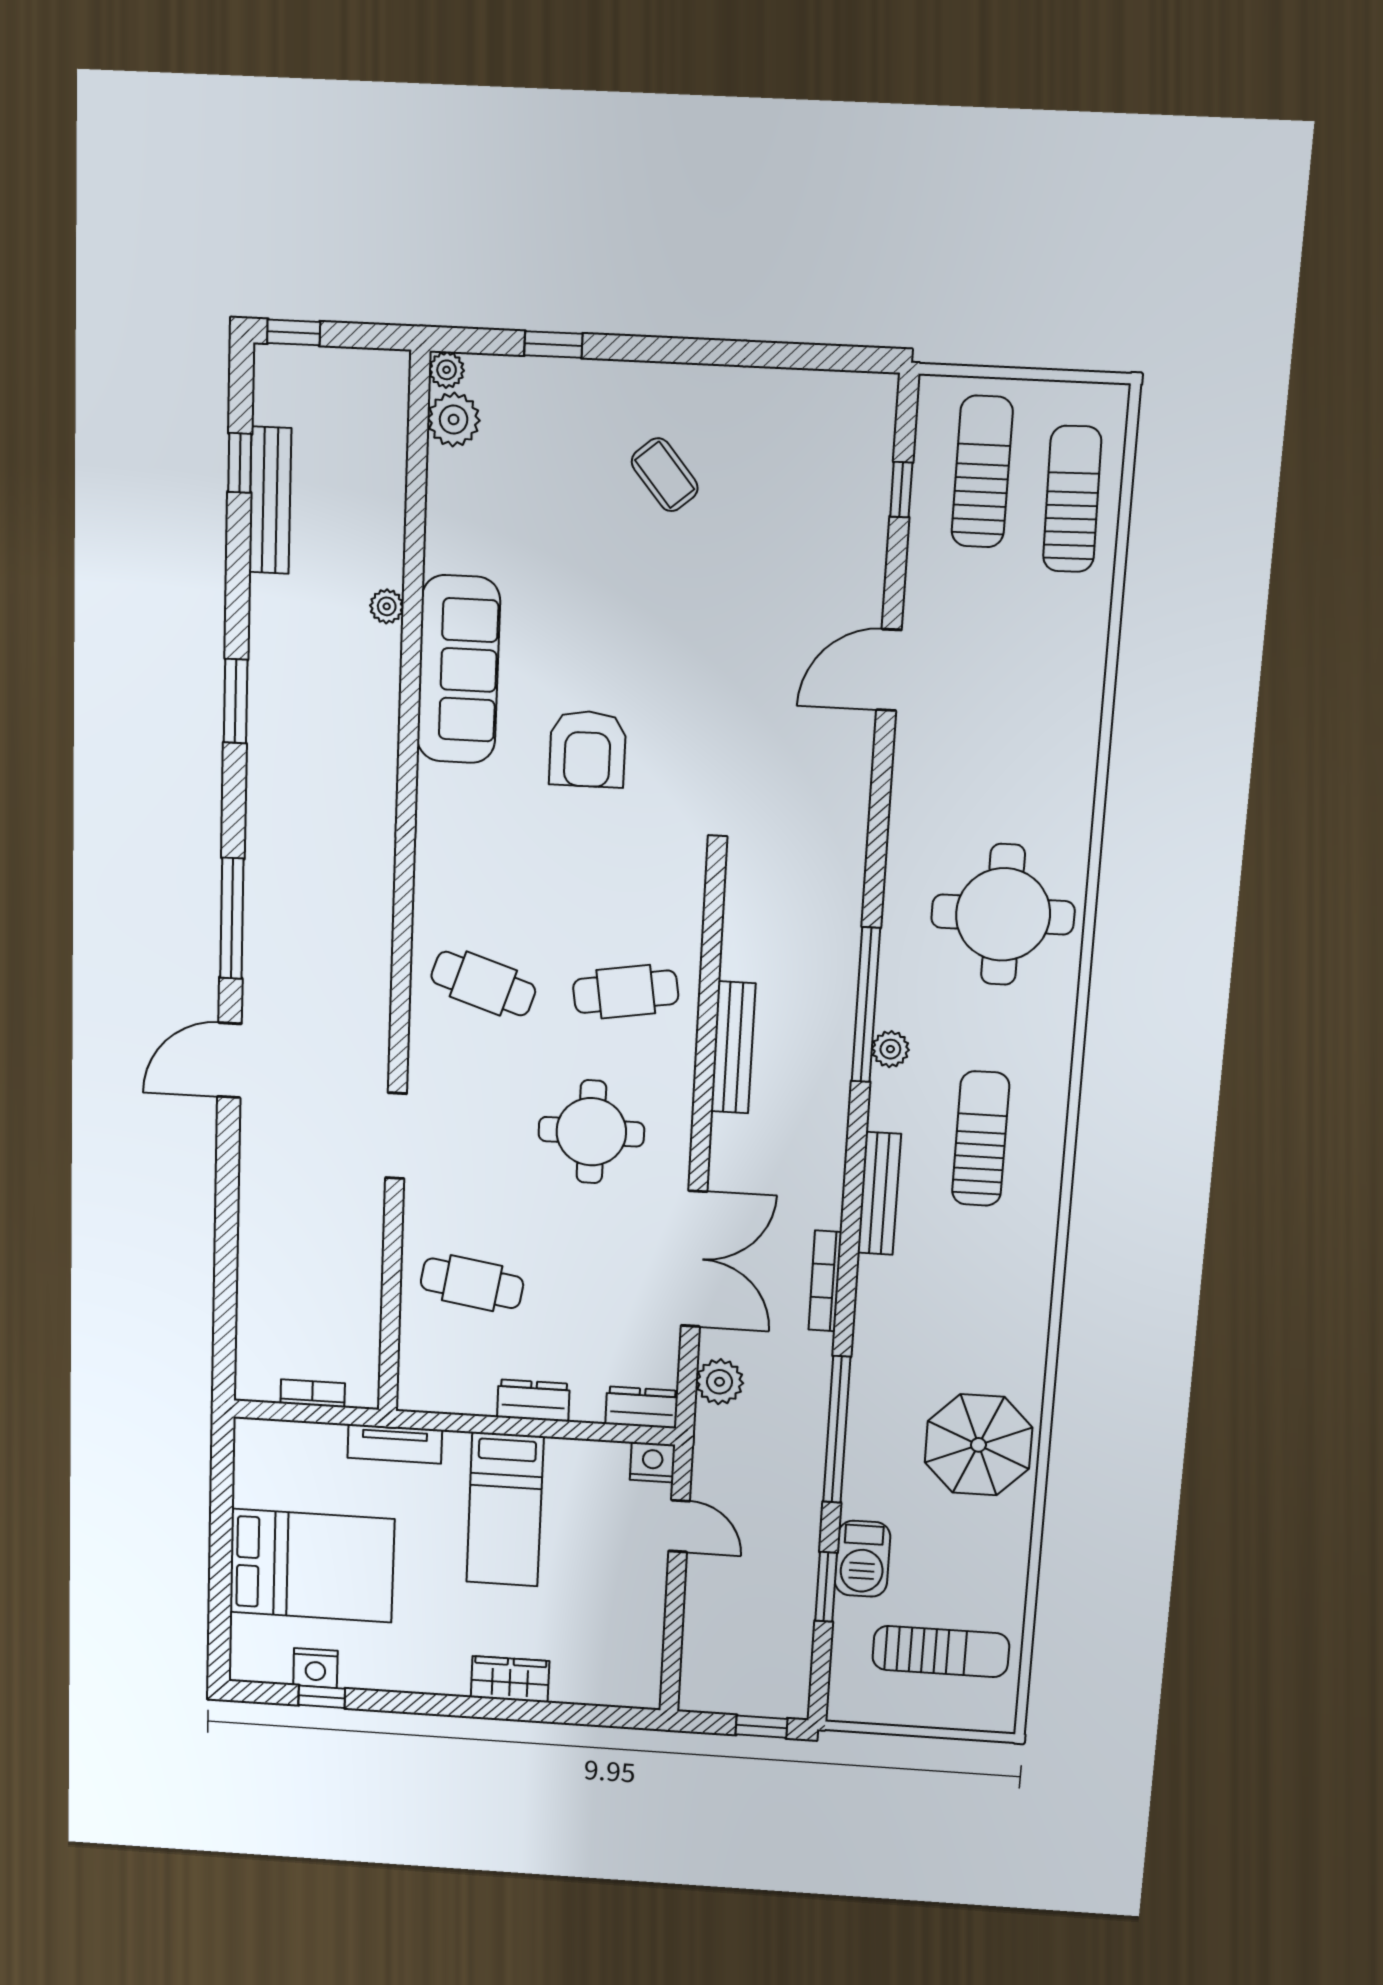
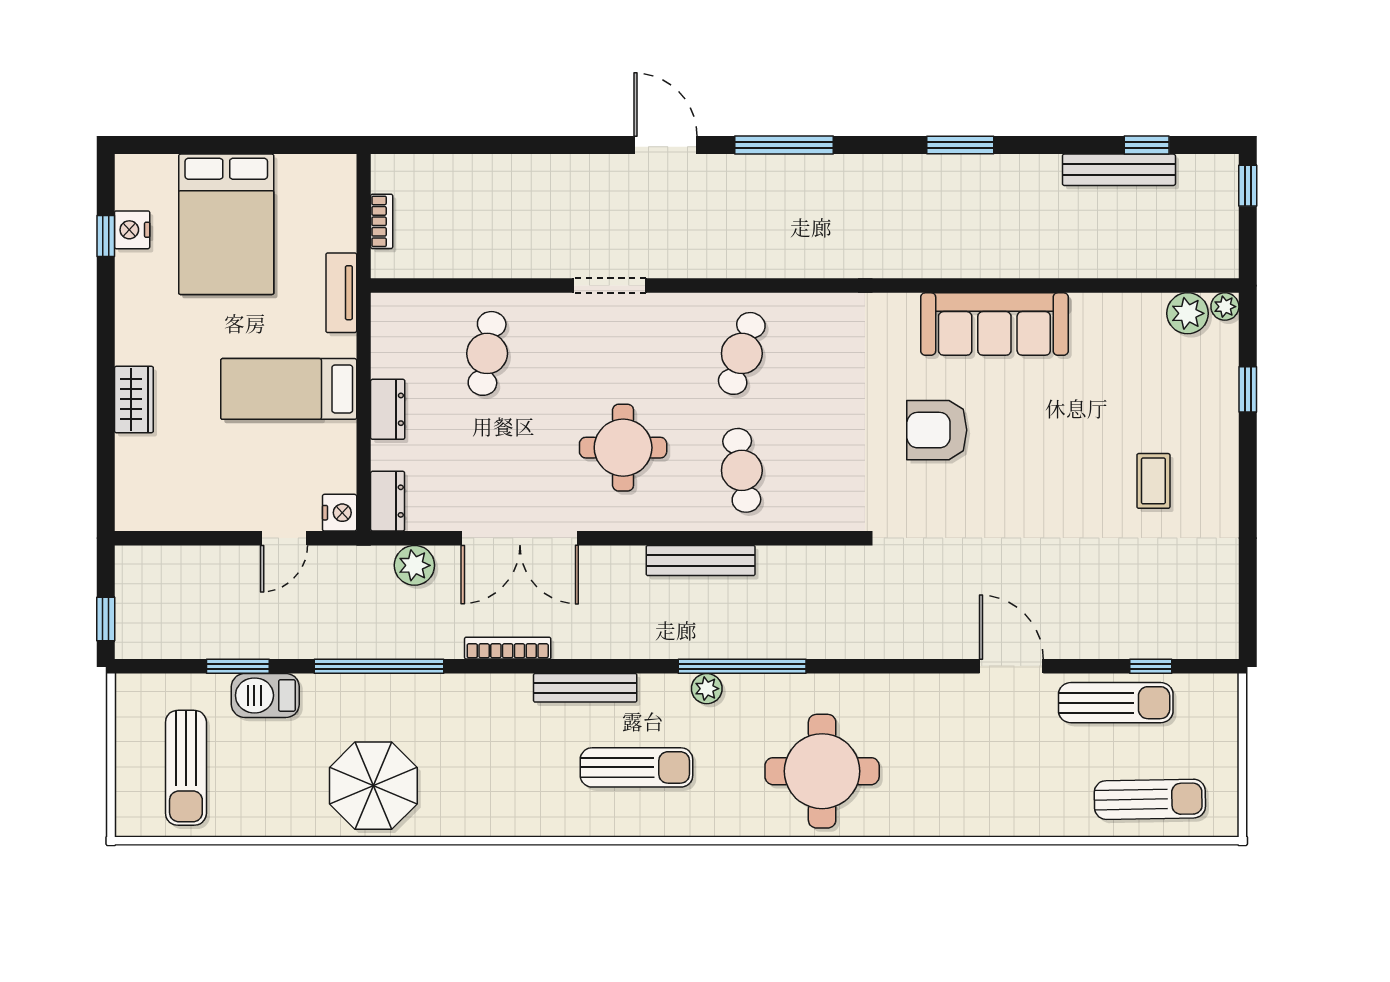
sun lounger: (982, 472) -> (1116, 703), moved
coffee table: (665, 475) -> (1153, 481), turned -50
plant: (387, 606) -> (1041, 265), removed

